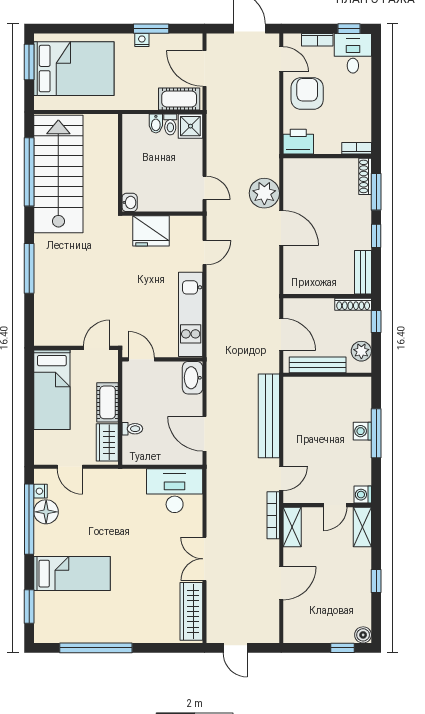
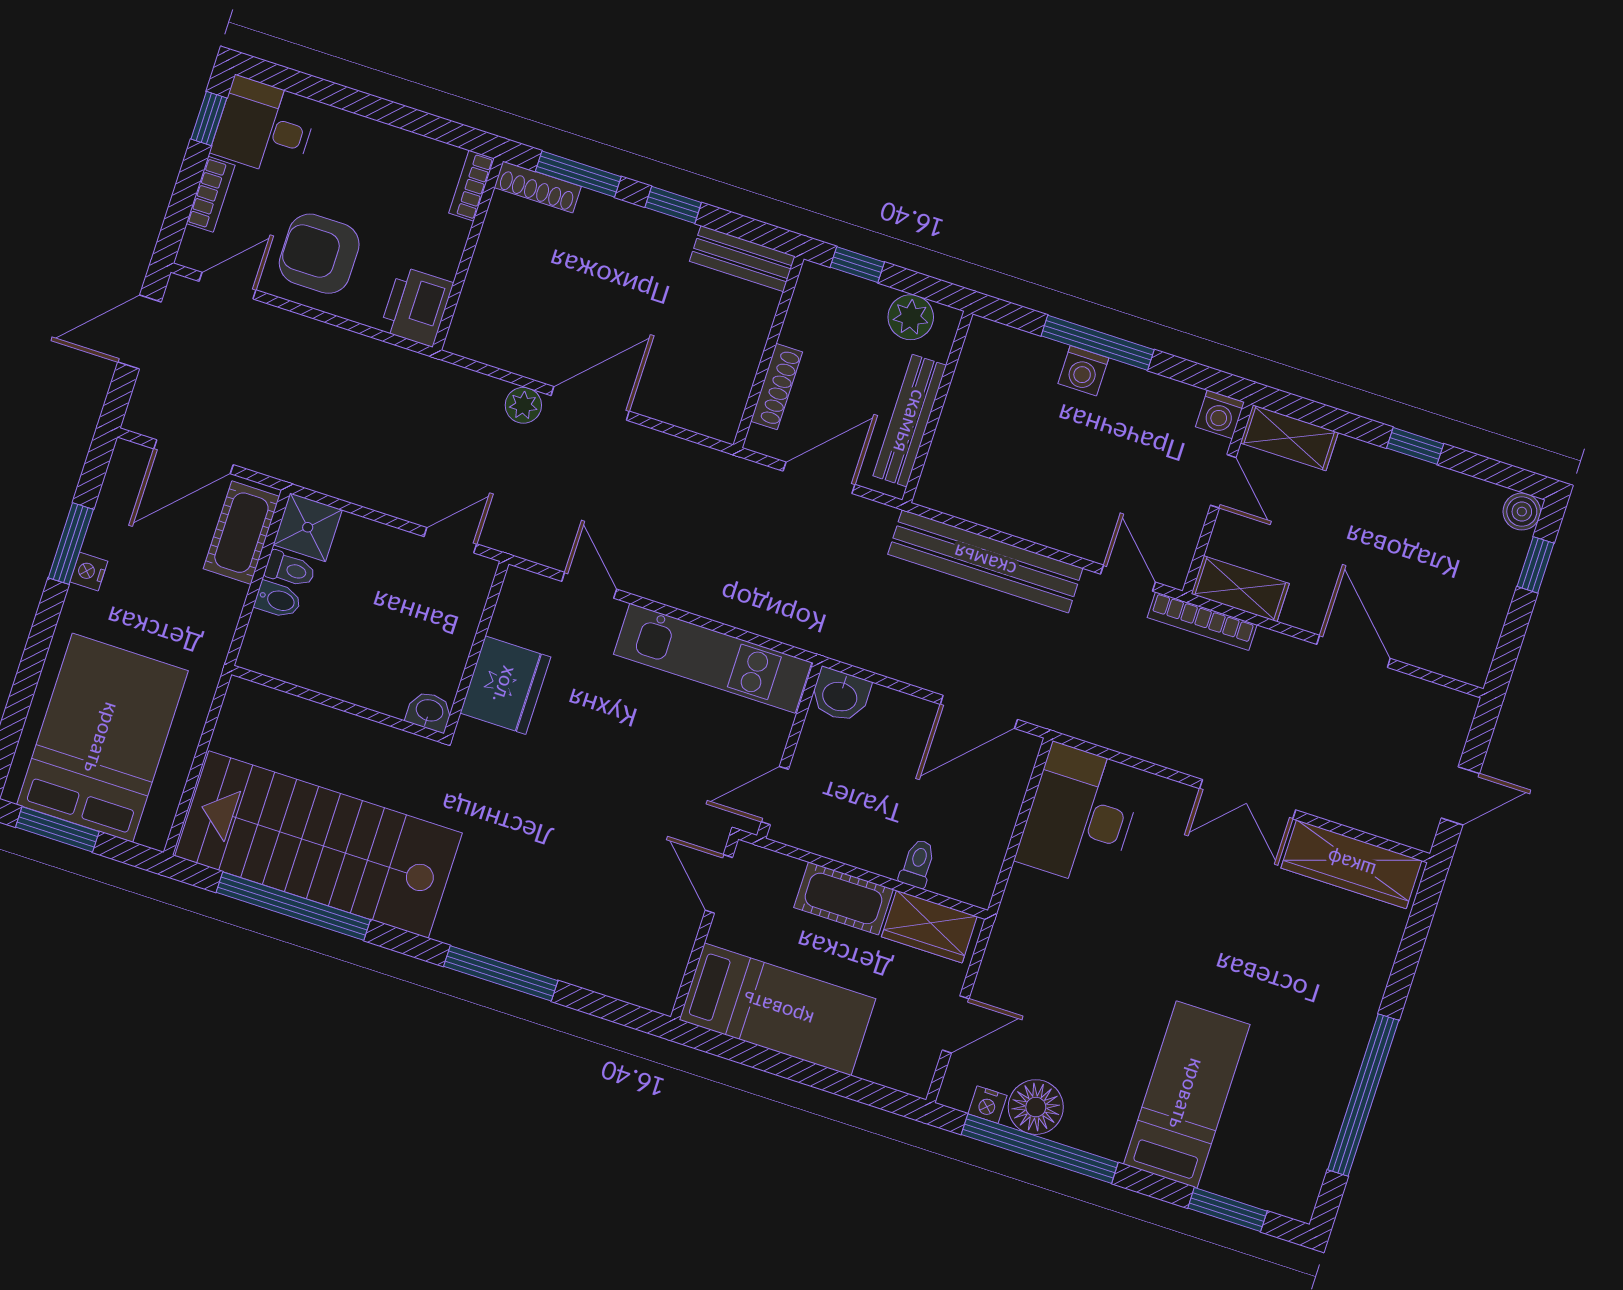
plant: (264, 193) -> (523, 405), width x0.53, depth x0.53
shoe rack: (353, 304) -> (777, 387), moved
washbasin: (193, 378) -> (840, 695), width x0.72

